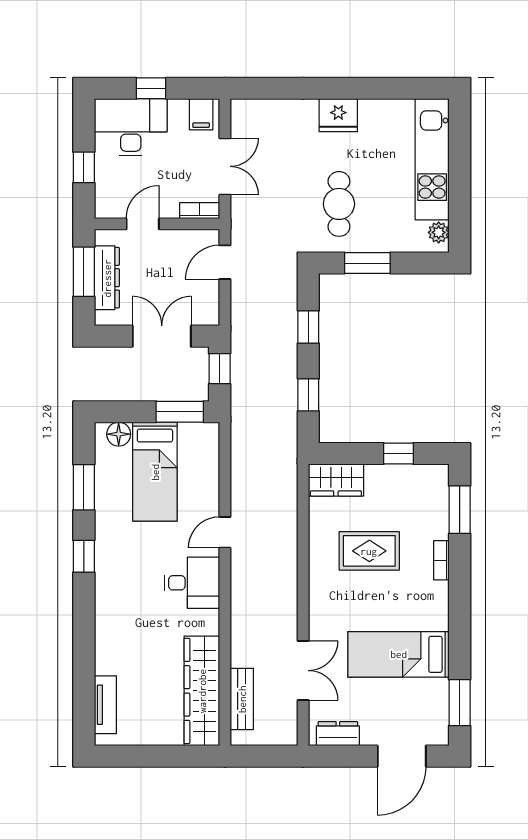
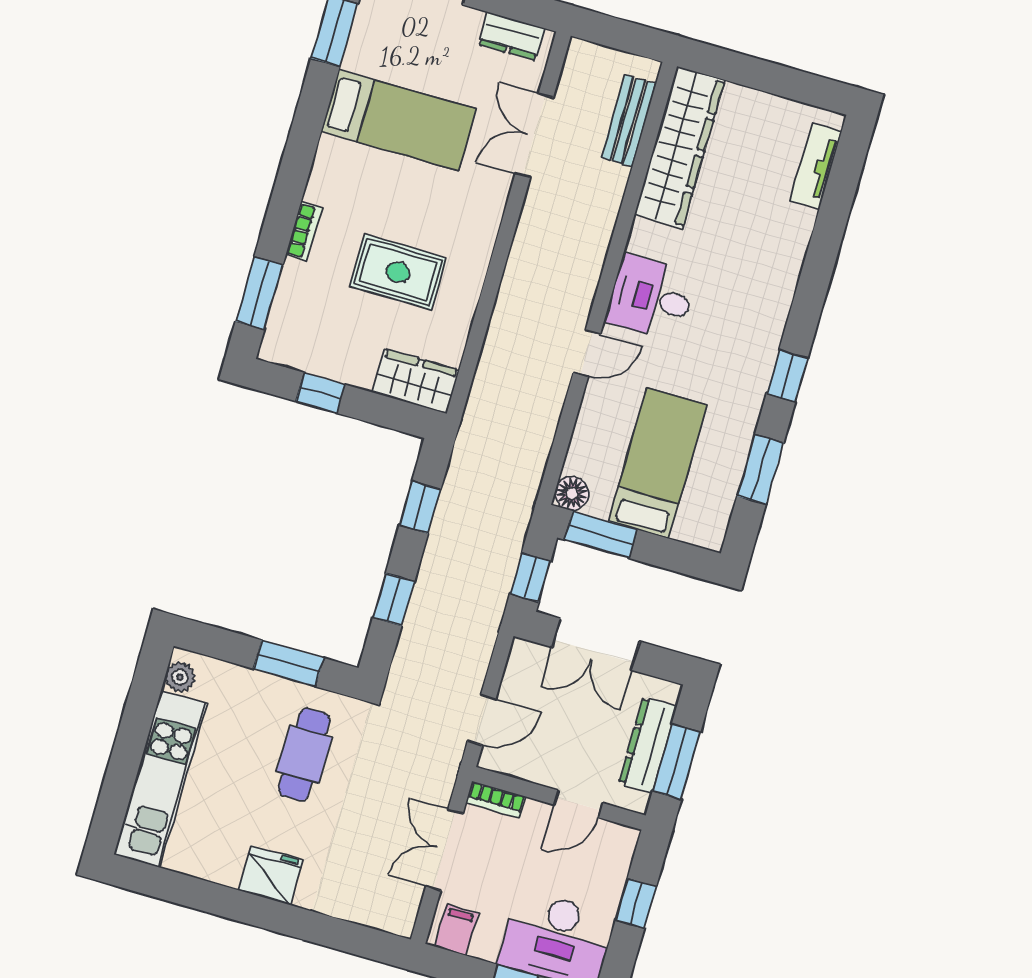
floor lamp: (119, 434) -> (572, 493), moved

